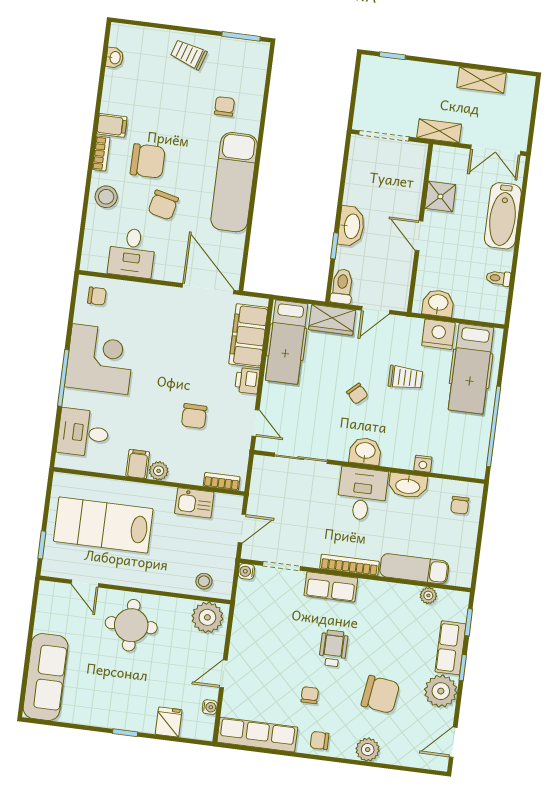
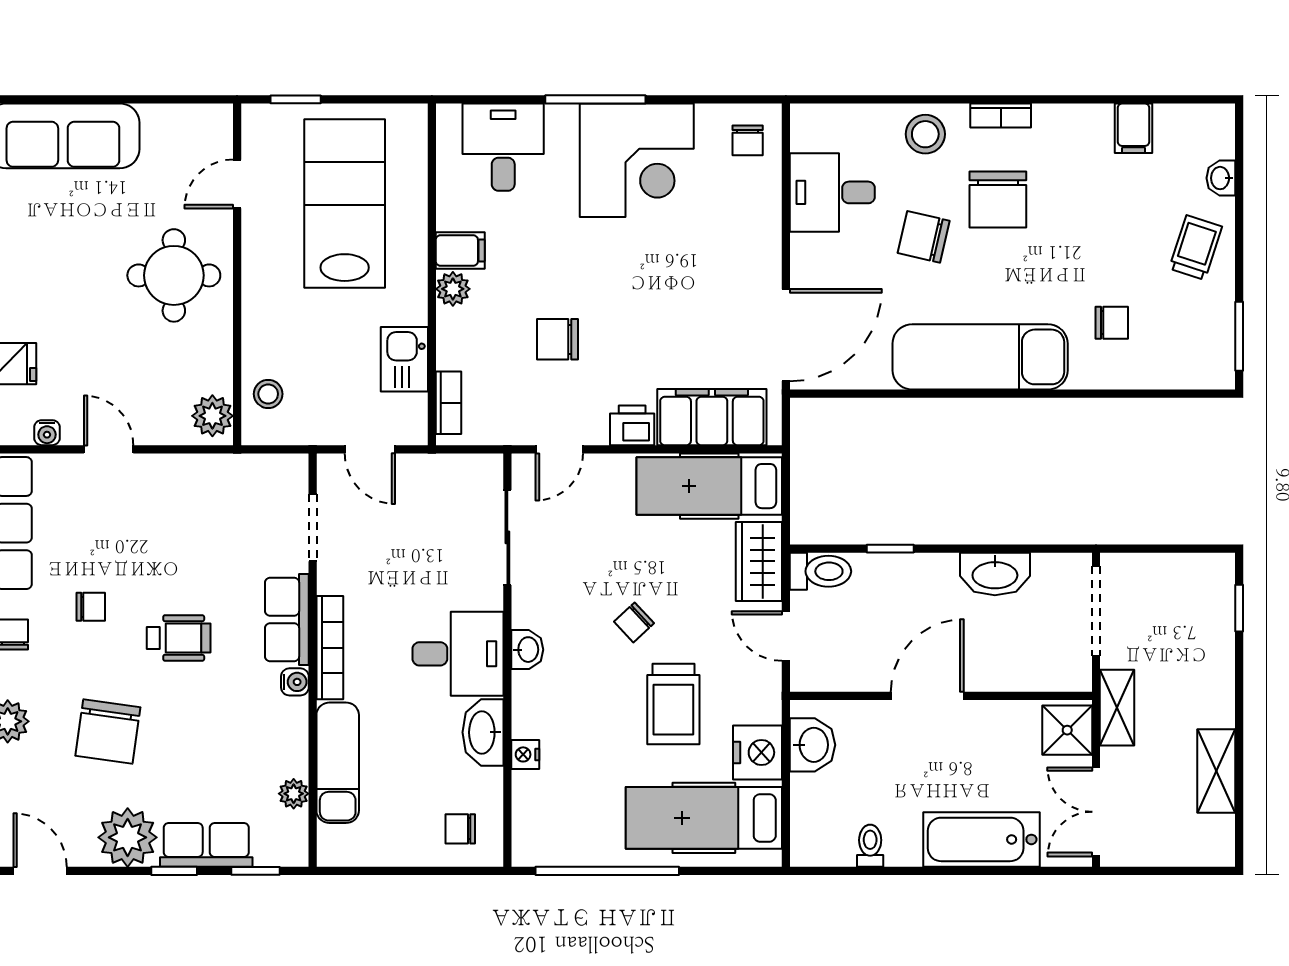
washbasin: (115, 58) -> (1221, 178), moved, turned 90
filing cabinet: (112, 125) -> (1134, 128), moved
shower: (440, 196) -> (1067, 730), moved
washbasin: (351, 226) -> (995, 574), moved
door: (419, 236) -> (927, 696), width x1.37
trolley: (405, 378) -> (673, 704), width x1.36, depth x1.39
washbasin: (365, 451) -> (527, 650), width x0.72, depth x0.69
water cooler: (246, 571) -> (295, 682), moved, turned 90
plant: (207, 617) -> (212, 416), width x0.73, depth x0.73

